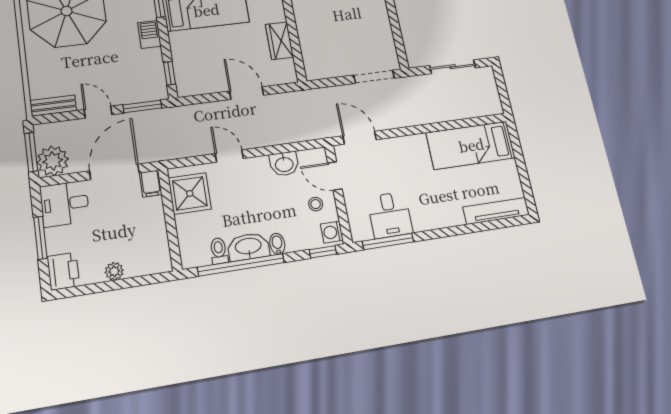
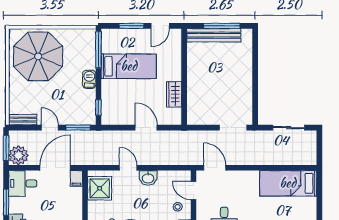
washbasin: (284, 164) -> (148, 178), moved

